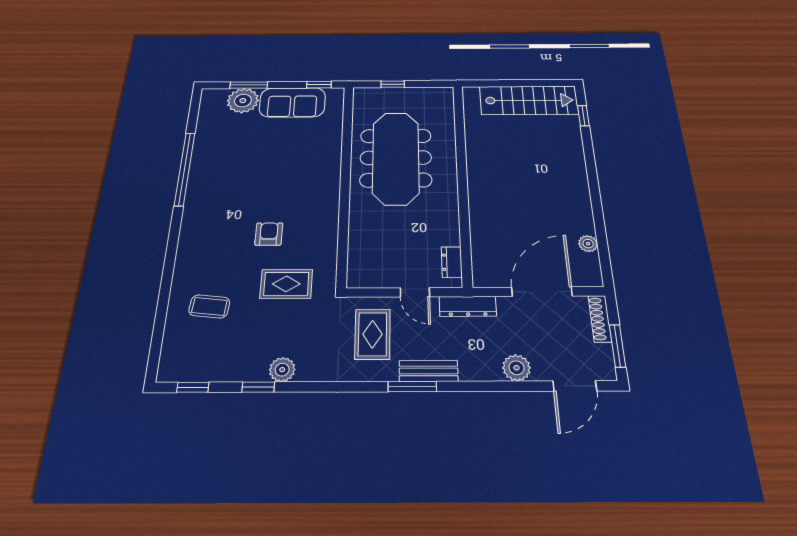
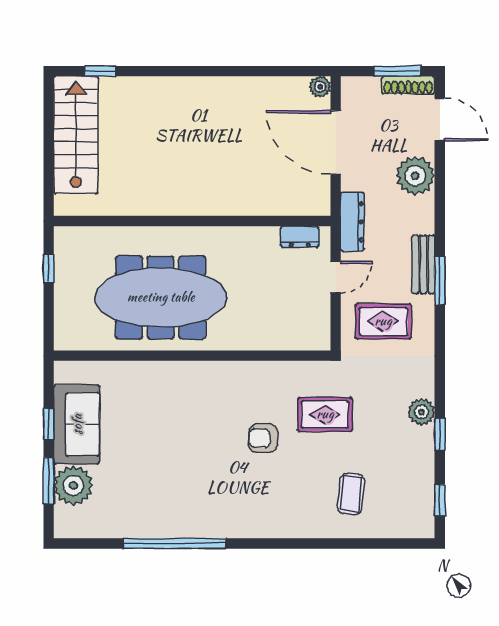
window: (393, 84) -> (49, 269), moved
window: (319, 85) -> (49, 424), moved
plant: (588, 244) -> (320, 87), moved
rug: (286, 284) -> (325, 414), turned 90
shoe rack: (600, 319) -> (408, 85), moved
plant: (516, 368) -> (415, 176), width x1.36, depth x1.36

